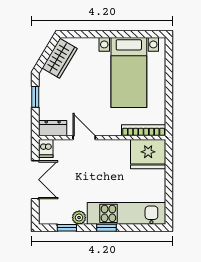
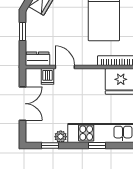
dishwasher: (46, 148) -> (47, 76), moved
window: (106, 228) -> (97, 146), moved

